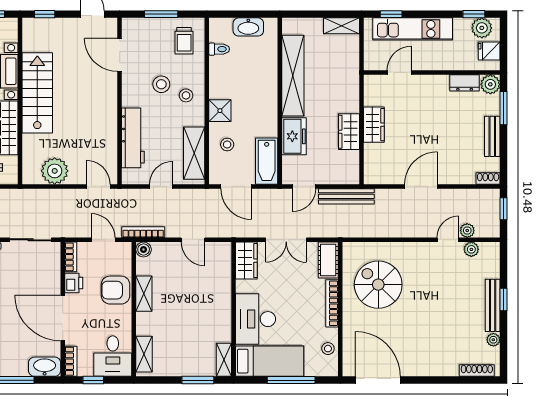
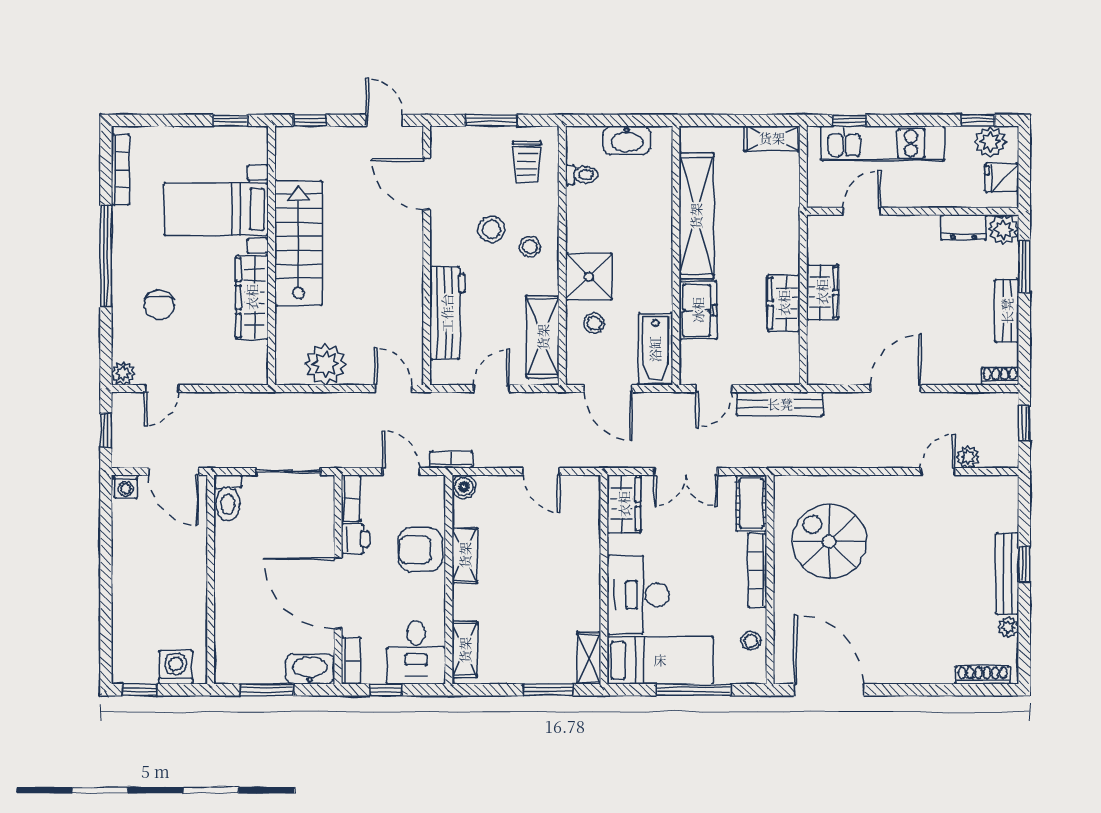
shower: (220, 111) -> (589, 277), width x1.36, depth x1.36
bookcase: (143, 232) -> (451, 460), width x0.64
plant: (471, 249) -> (974, 486), removed

